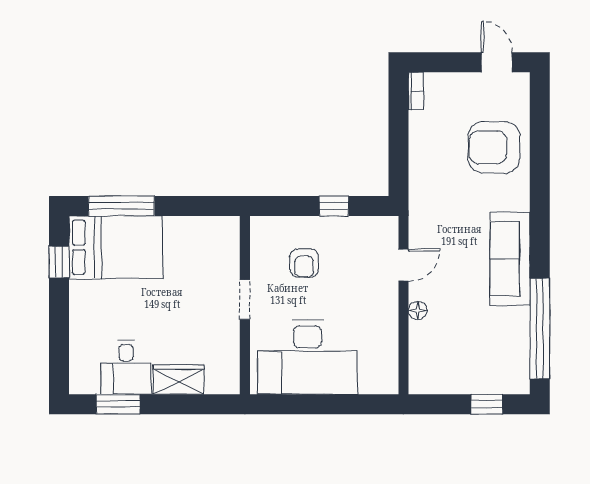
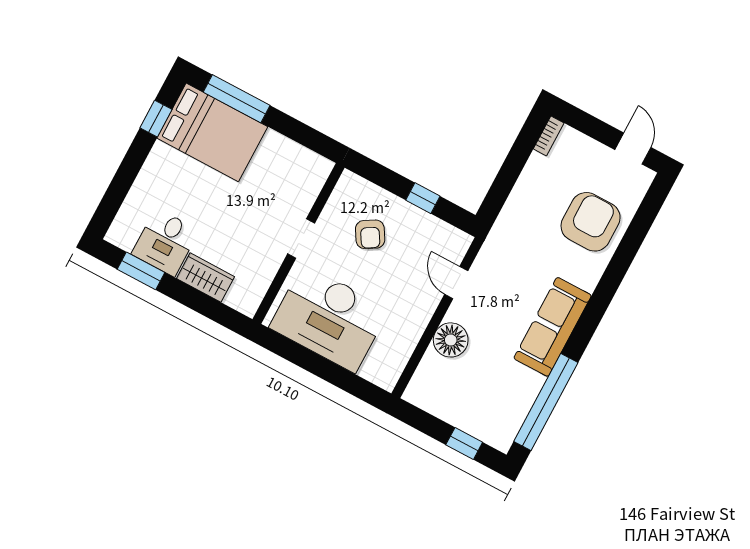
armchair: (494, 147) -> (591, 222), turned 90
armchair: (304, 263) -> (370, 234), turned -31
door: (403, 265) -> (456, 283), swing flipped
floor lamp: (418, 311) -> (451, 340), width x1.89, depth x1.89

